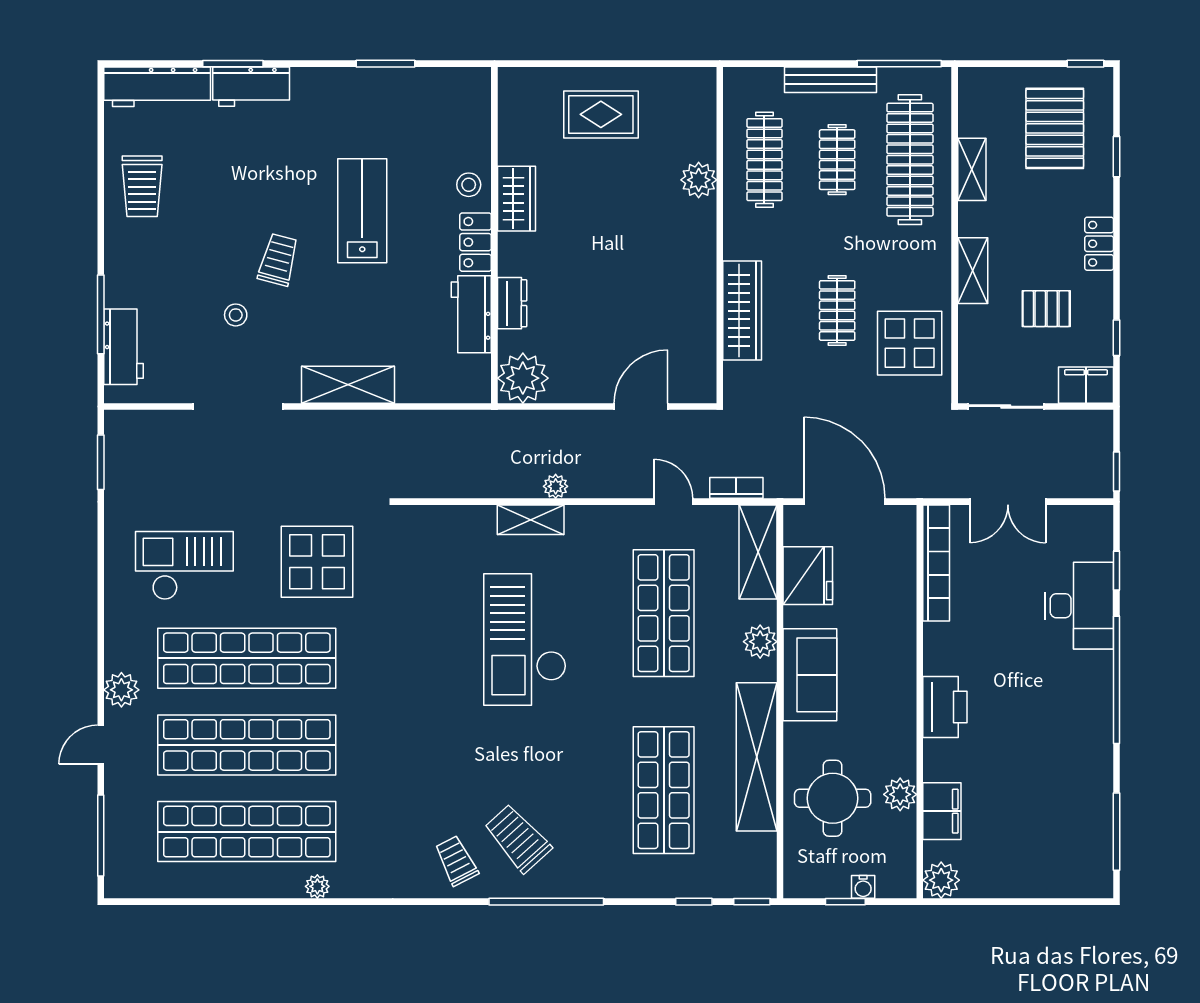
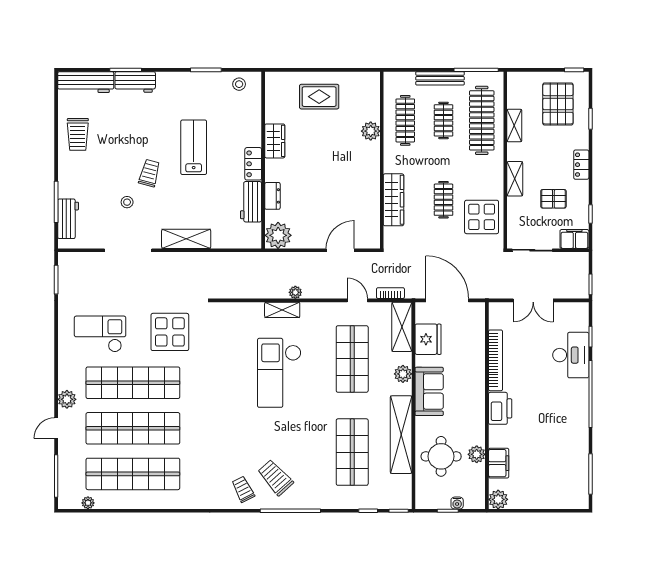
stool: (469, 185) -> (239, 84), moved
bookcase: (936, 563) -> (496, 360), moved
plant: (317, 886) -> (88, 503), moved

